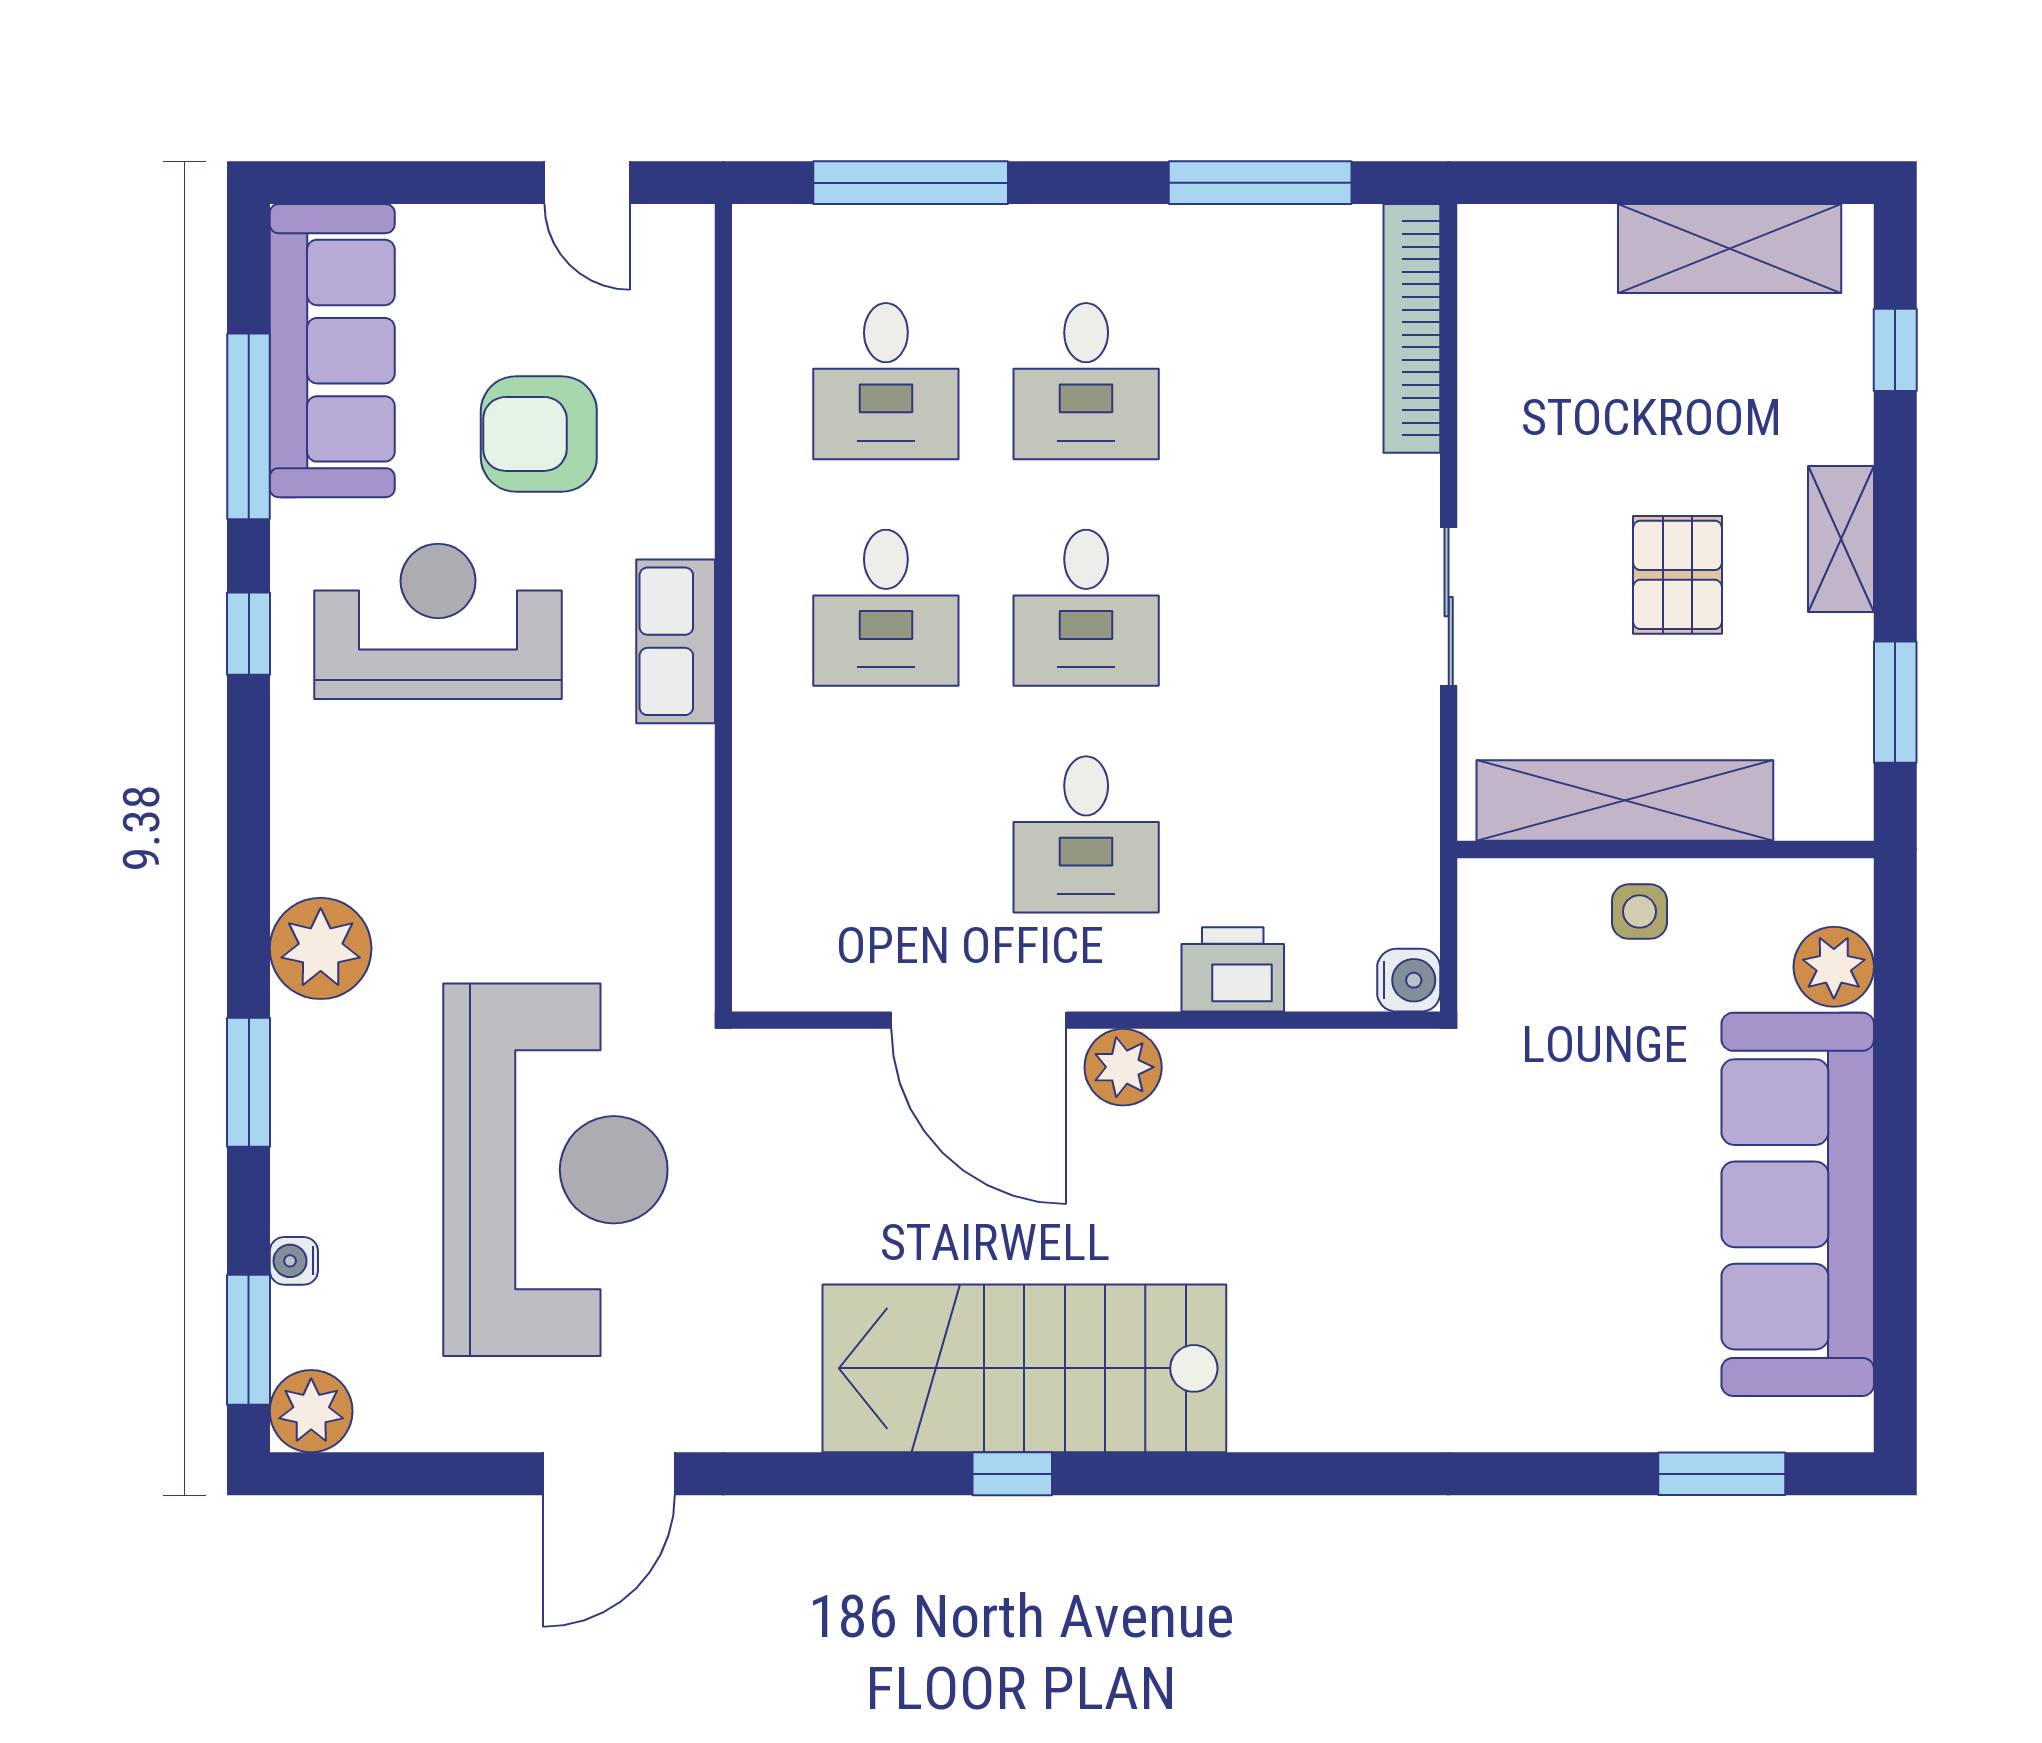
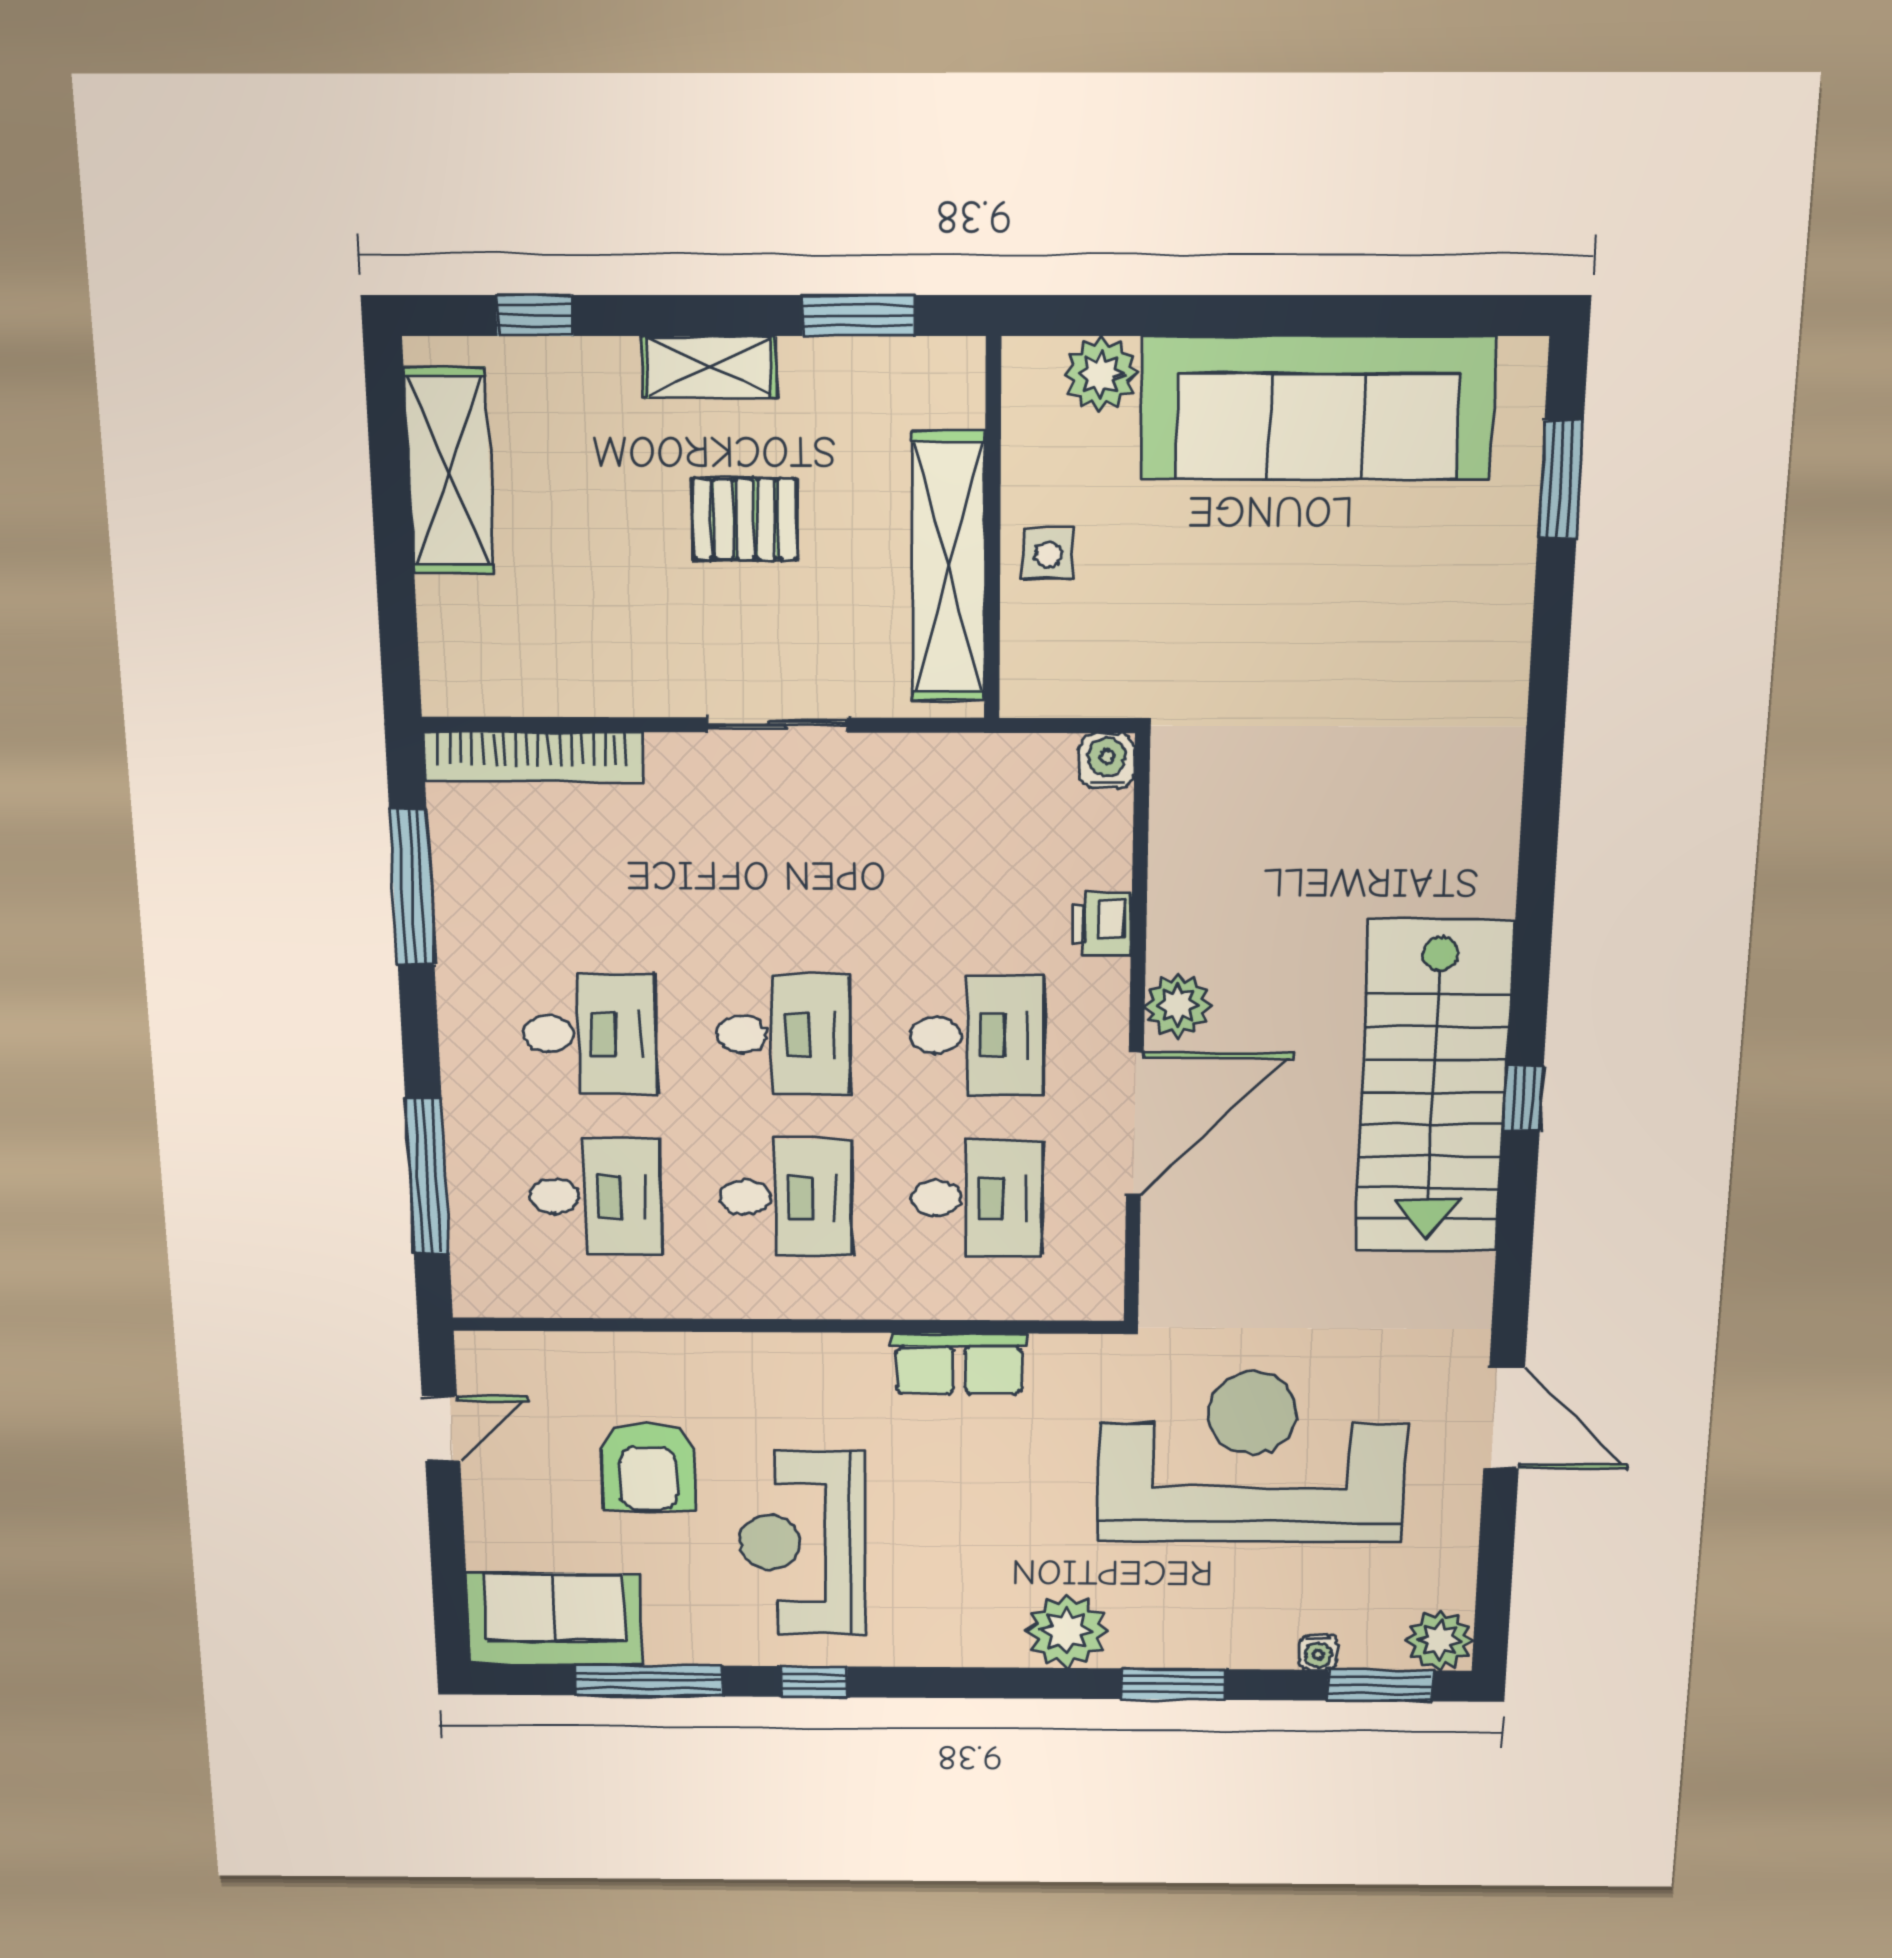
sofa: (332, 351) -> (555, 1619), width x0.73
row of seats: (676, 641) -> (959, 1364), moved
desk: (886, 834) -> (977, 1198), added
printer: (1233, 969) -> (1102, 924), width x0.73, depth x0.81

